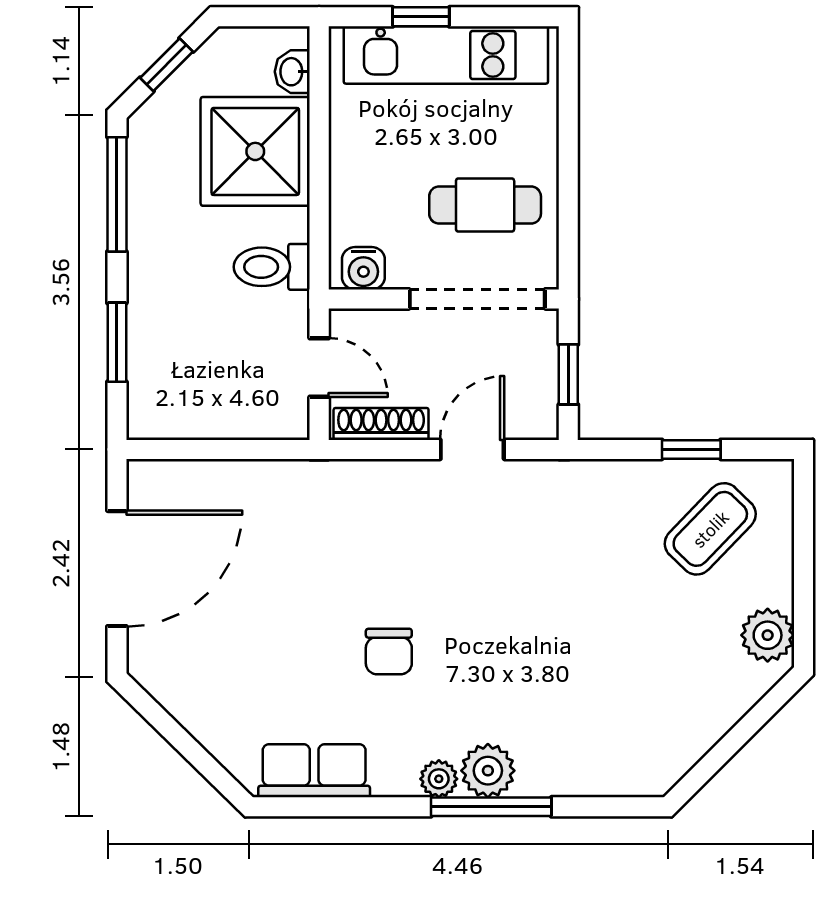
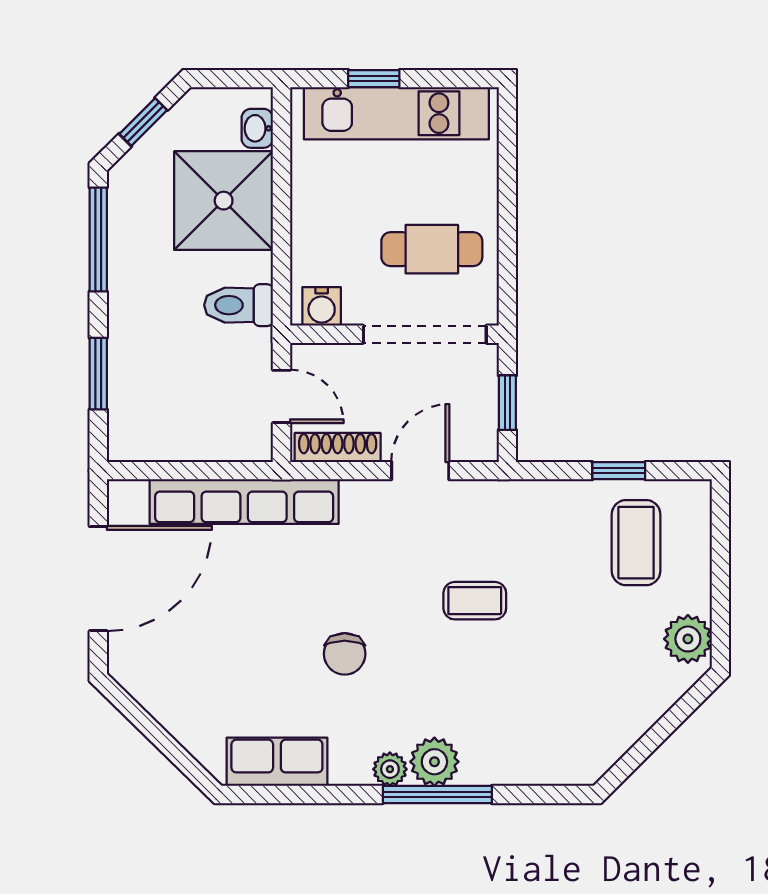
row of seats: (278, 484) -> (244, 502), added
coffee table: (710, 529) -> (636, 543), turned -44
coffee table: (532, 593) -> (475, 601), added

